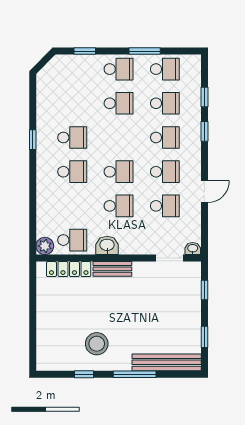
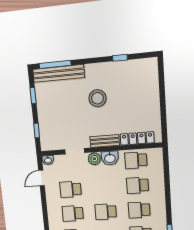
door: (204, 192) -> (42, 178), moved
school desk: (119, 206) -> (138, 185), moved
plant: (45, 246) -> (94, 159), moved
doorway: (170, 258) -> (75, 151), moved
stool: (97, 344) -> (97, 98), moved
window: (135, 374) -> (55, 64), moved

